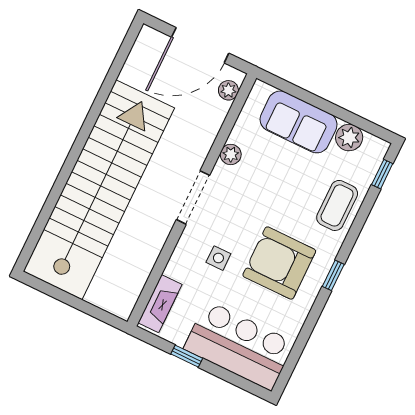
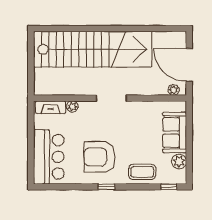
plant: (231, 154) -> (72, 107), moved
side table: (218, 258) -> (87, 125), removed
armchair: (279, 263) -> (100, 157), turned -90
window: (187, 356) -> (31, 133), removed

